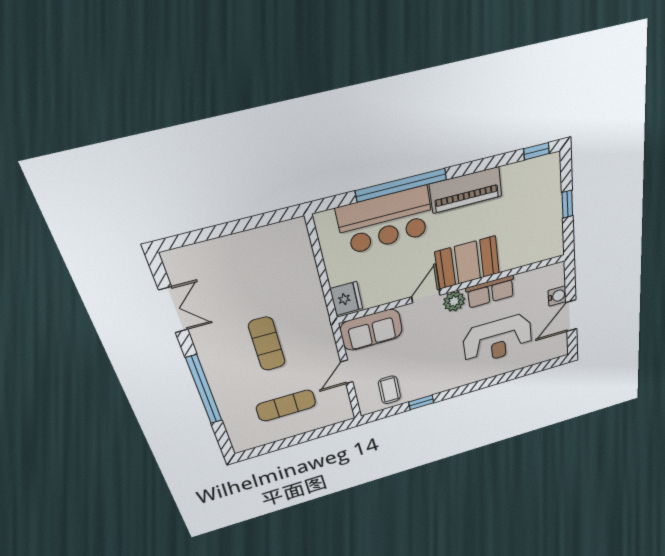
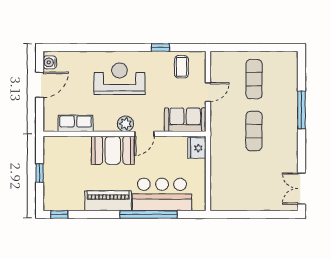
row of seats: (490, 292) -> (76, 123), moved
water cooler: (557, 296) -> (50, 62), moved
double door: (173, 310) -> (301, 189), moved
reception desk: (498, 339) -> (119, 79), moved
window: (204, 390) -> (301, 110), width x0.68
exercise mat: (286, 405) -> (254, 79), turned 90

